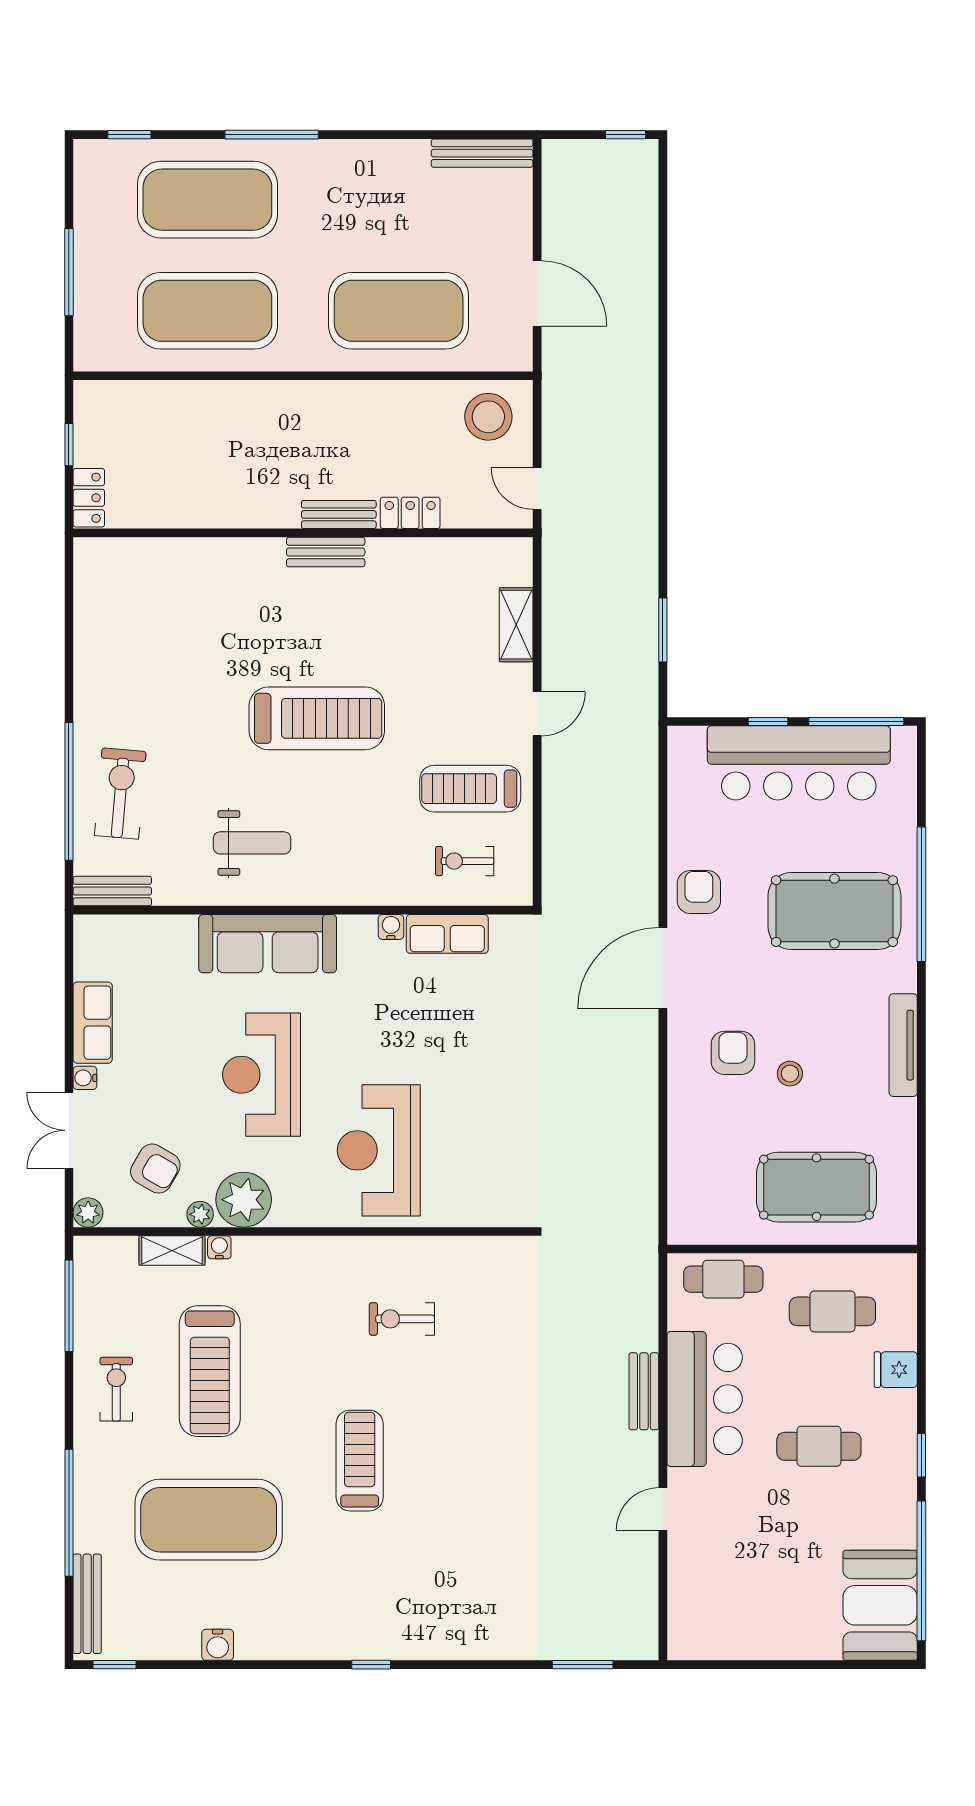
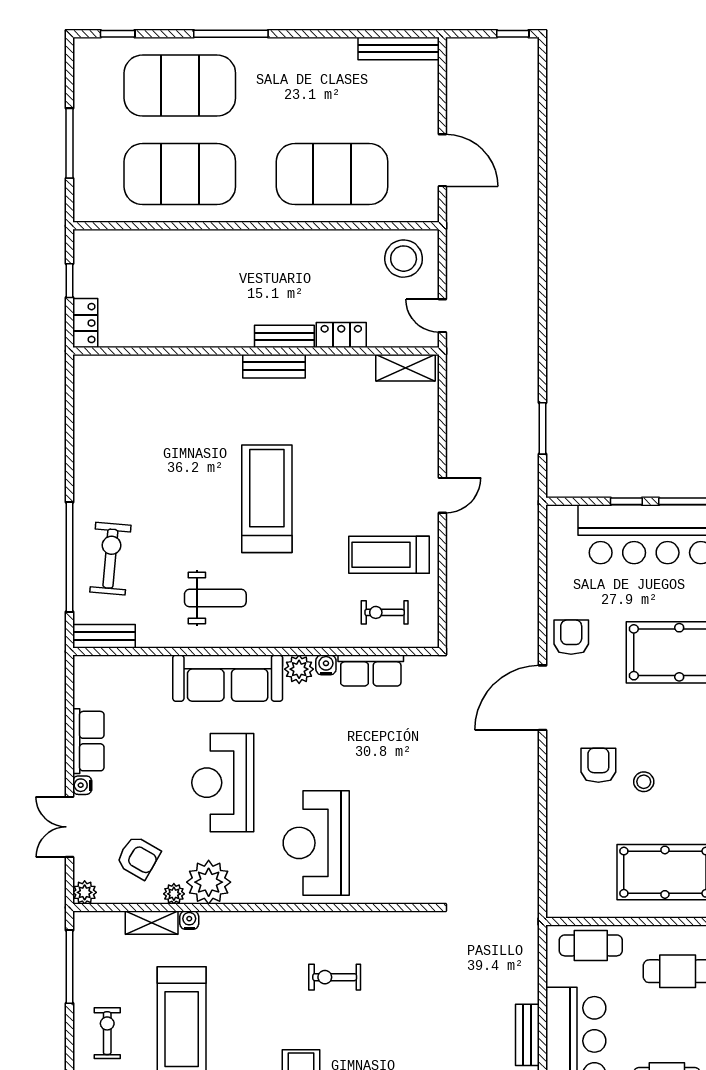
shelving: (516, 625) -> (406, 368), moved, turned 90
treadmill: (317, 718) -> (267, 499), turned -90
plant: (357, 932) -> (299, 669), added

